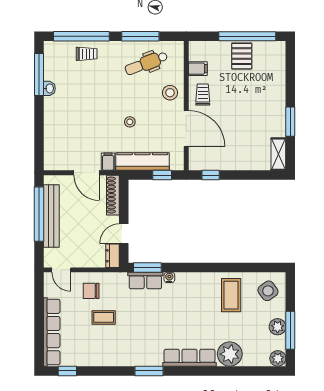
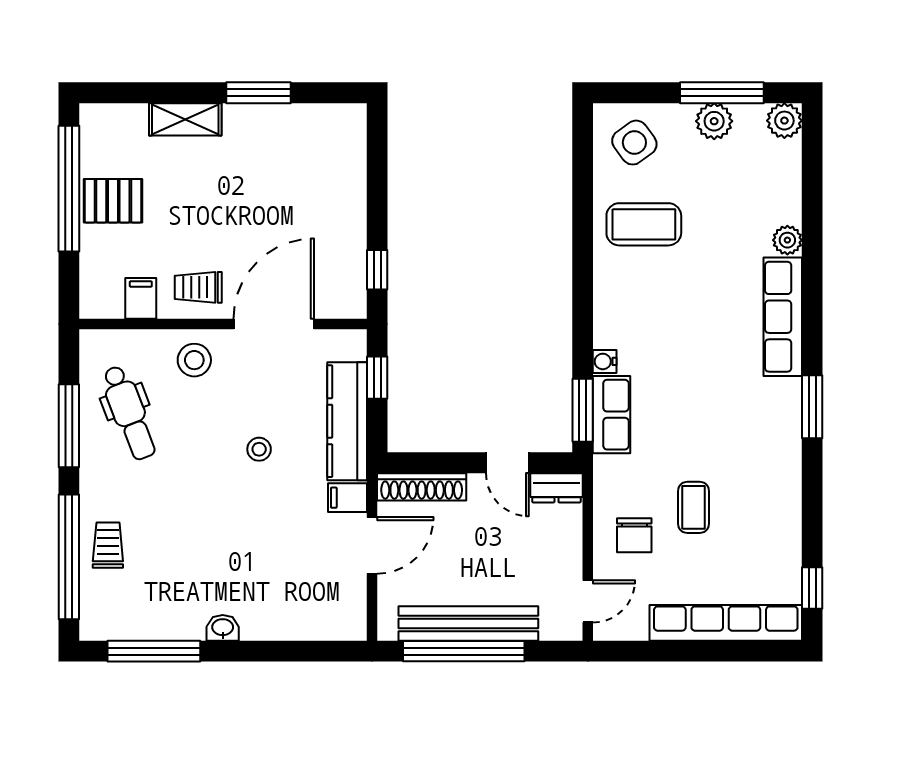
washbasin: (49, 88) -> (223, 628), moved
shelving: (278, 154) -> (185, 119), moved
plant: (230, 354) -> (787, 240), width x0.53, depth x0.53

